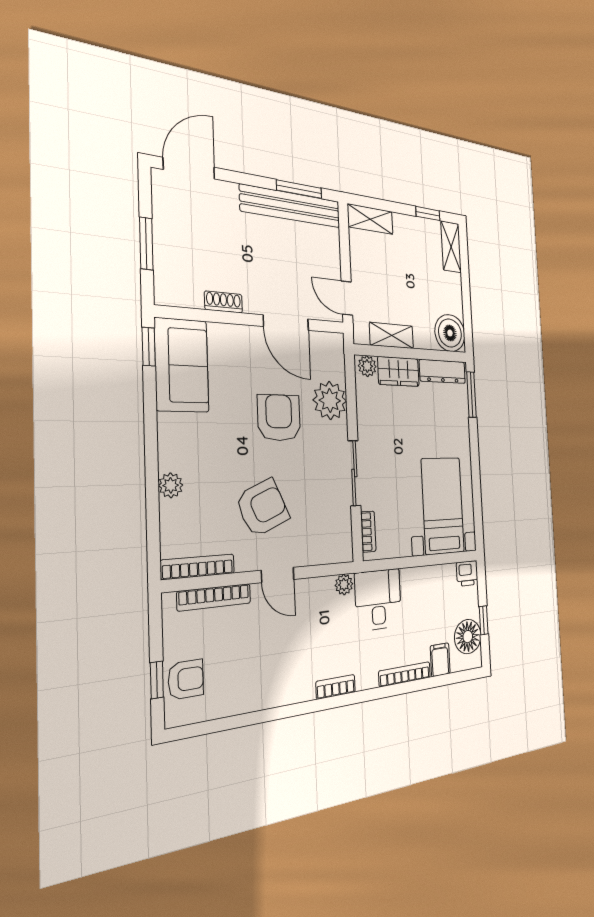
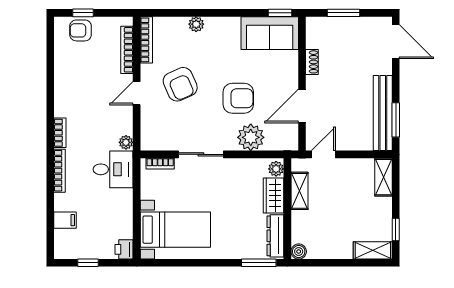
boiler: (450, 333) -> (299, 252), width x0.54, depth x0.54
floor lamp: (468, 637) -> (78, 247), removed
bookcase: (405, 674) -> (60, 171), moved
armchair: (186, 679) -> (81, 30), turned 90

